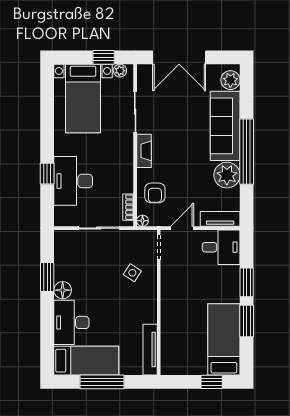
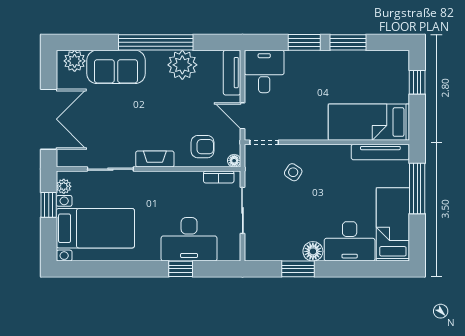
sofa: (225, 126) -> (116, 67), width x0.73
bed: (224, 339) -> (369, 122), moved
window: (102, 382) -> (417, 188), moved

